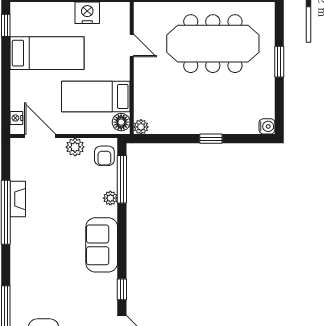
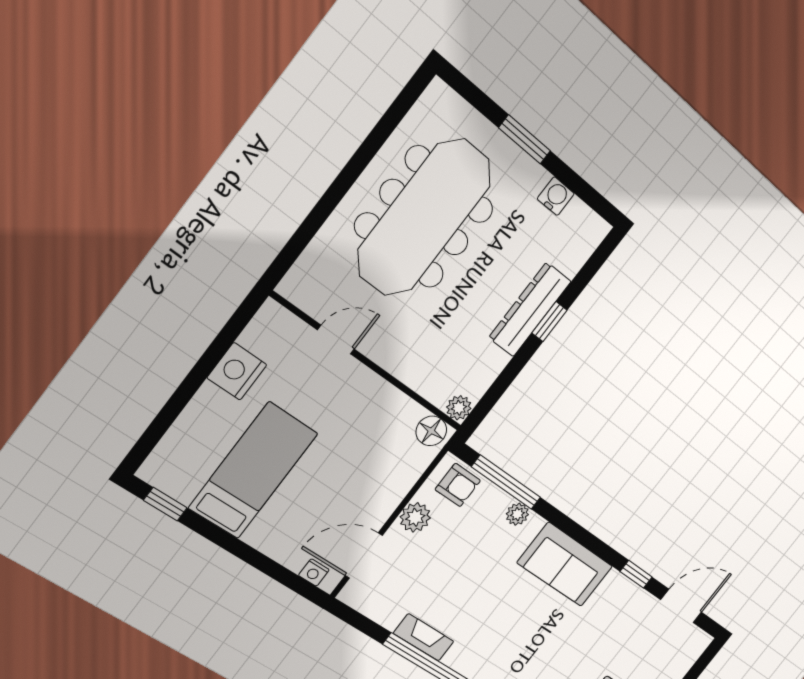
bed: (96, 96) -> (369, 442), removed
dresser: (209, 125) -> (530, 309), added
water cooler: (267, 126) -> (556, 196), moved

